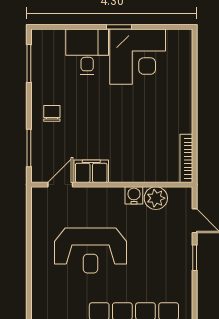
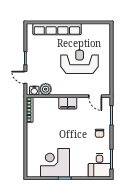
desk: (87, 52) -> (99, 165), moved
filing cabinet: (91, 171) -> (68, 103), moved
door: (60, 185) -> (95, 96), hinge flipped
water cooler: (134, 195) -> (34, 91), moved

